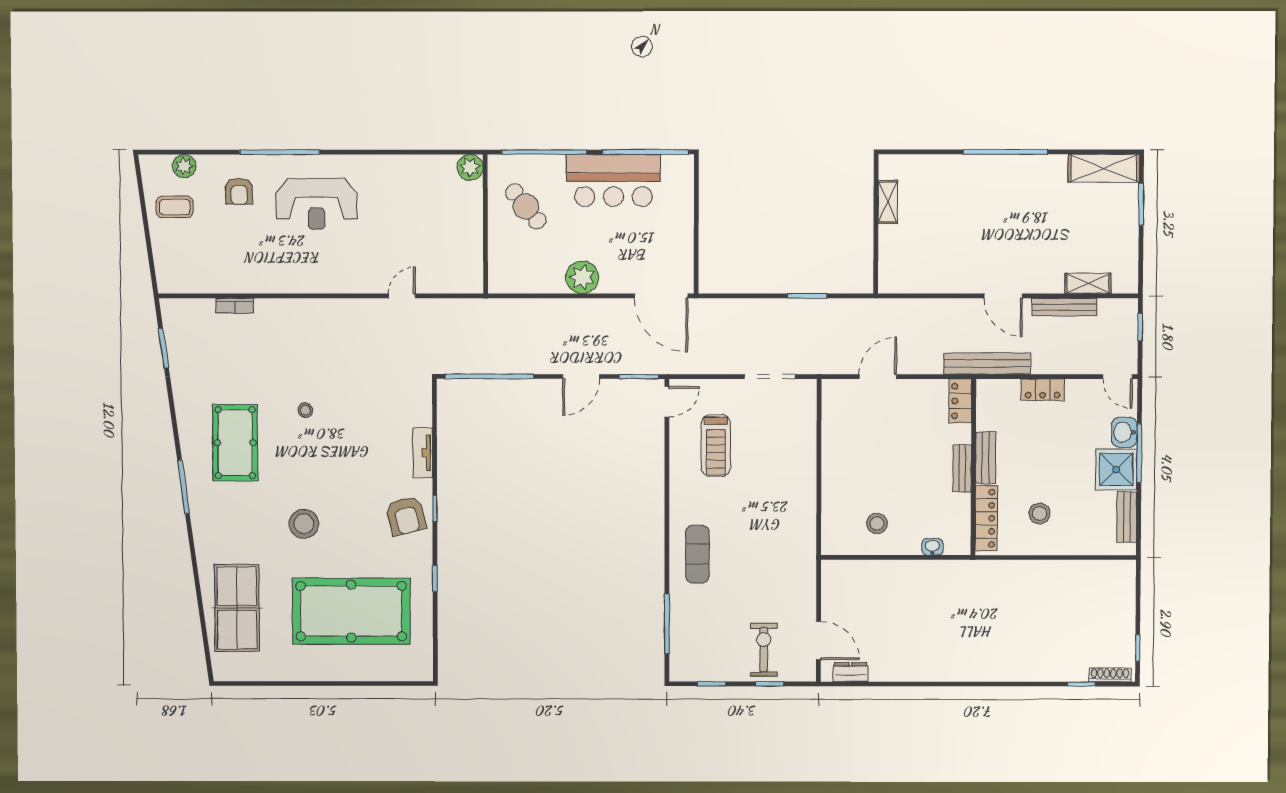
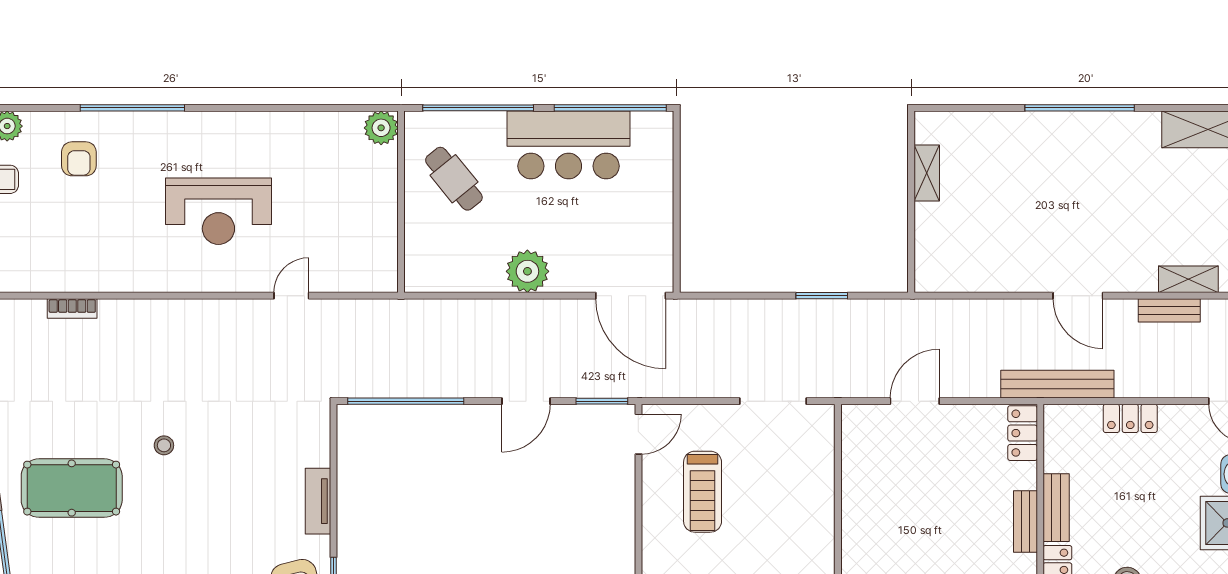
reception desk: (317, 204) -> (218, 211), moved
bench: (1064, 307) -> (1169, 310), width x0.73
pool table: (235, 443) -> (72, 488), turned 90

